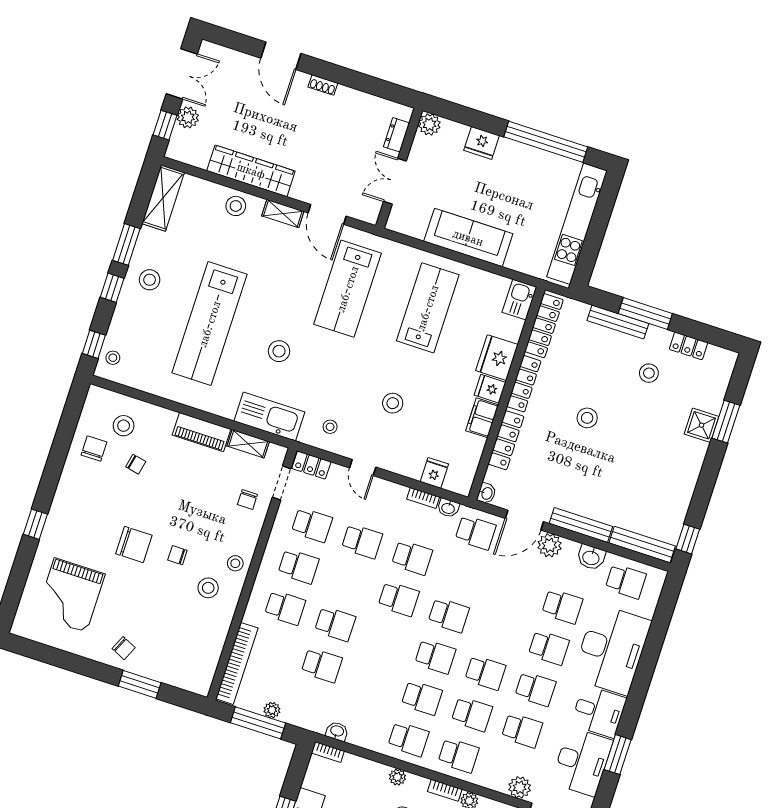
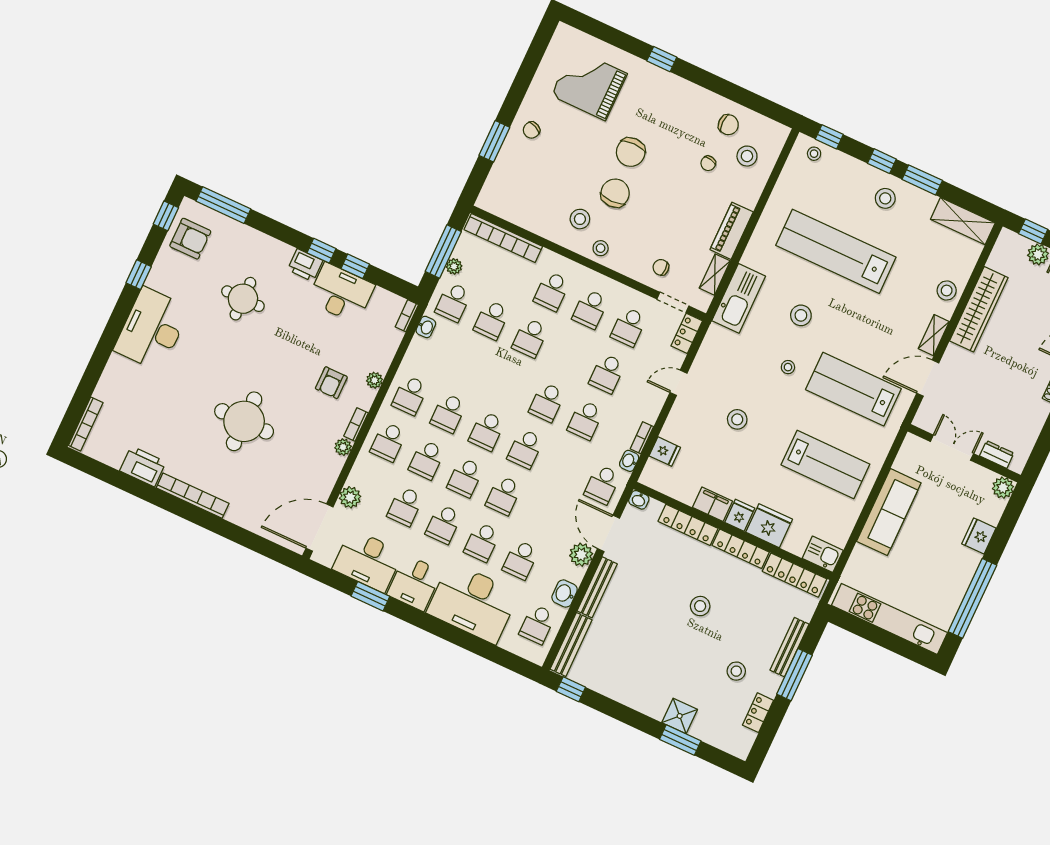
stool: (330, 427) -> (788, 367), moved
chair: (177, 555) -> (615, 193), width x1.87, depth x1.87
school desk: (499, 631) -> (504, 495), added
school desk: (308, 707) -> (453, 302), added

